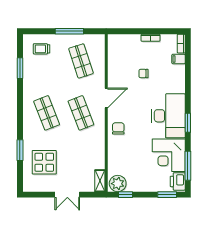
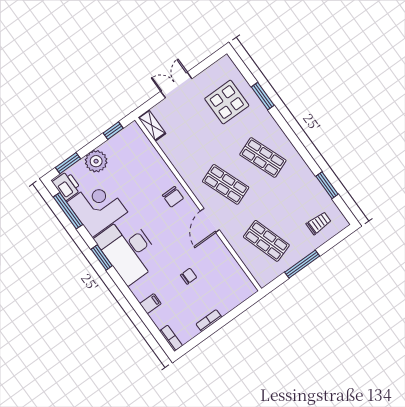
filing cabinet: (179, 59) -> (150, 304), moved
plant: (118, 184) -> (96, 161), moved

